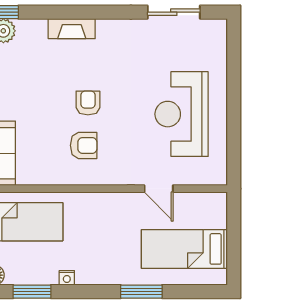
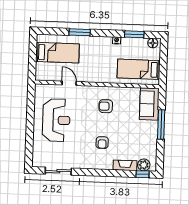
fireplace: (72, 29) -> (125, 165), moved
armchair: (88, 103) -> (102, 143), moved

